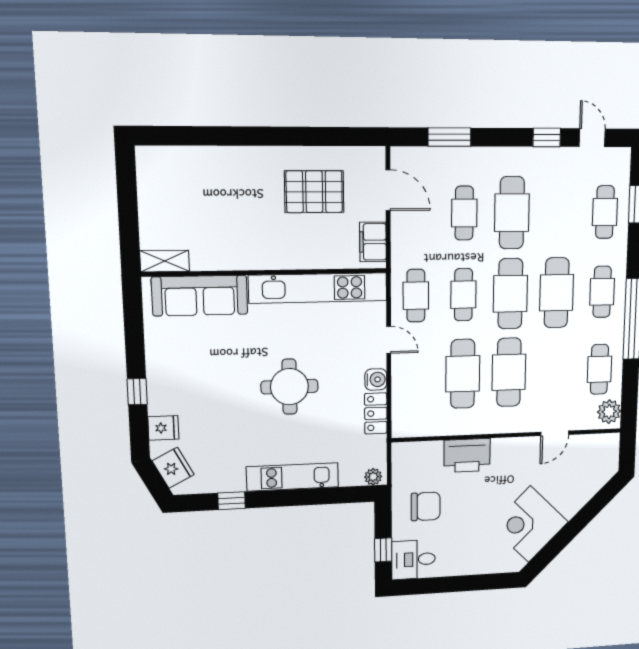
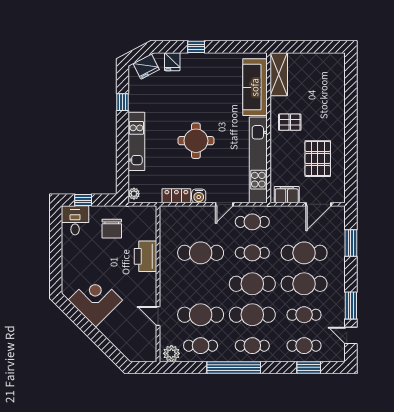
window: (547, 137) -> (351, 306), width x1.50
door: (592, 138) -> (351, 336), swing flipped
cafe table: (559, 212) -> (304, 315), added
cafe table: (464, 213) -> (304, 253), width x1.37, depth x1.35
pallet: (256, 238) -> (290, 122), added
shelving: (165, 261) -> (279, 74), width x1.50, depth x1.33
cafe table: (509, 372) -> (201, 315), moved

